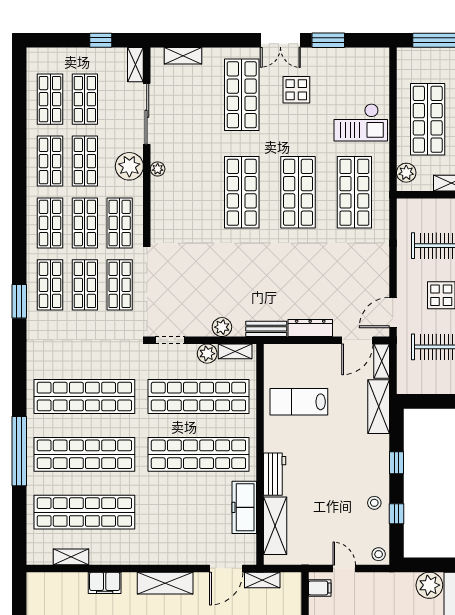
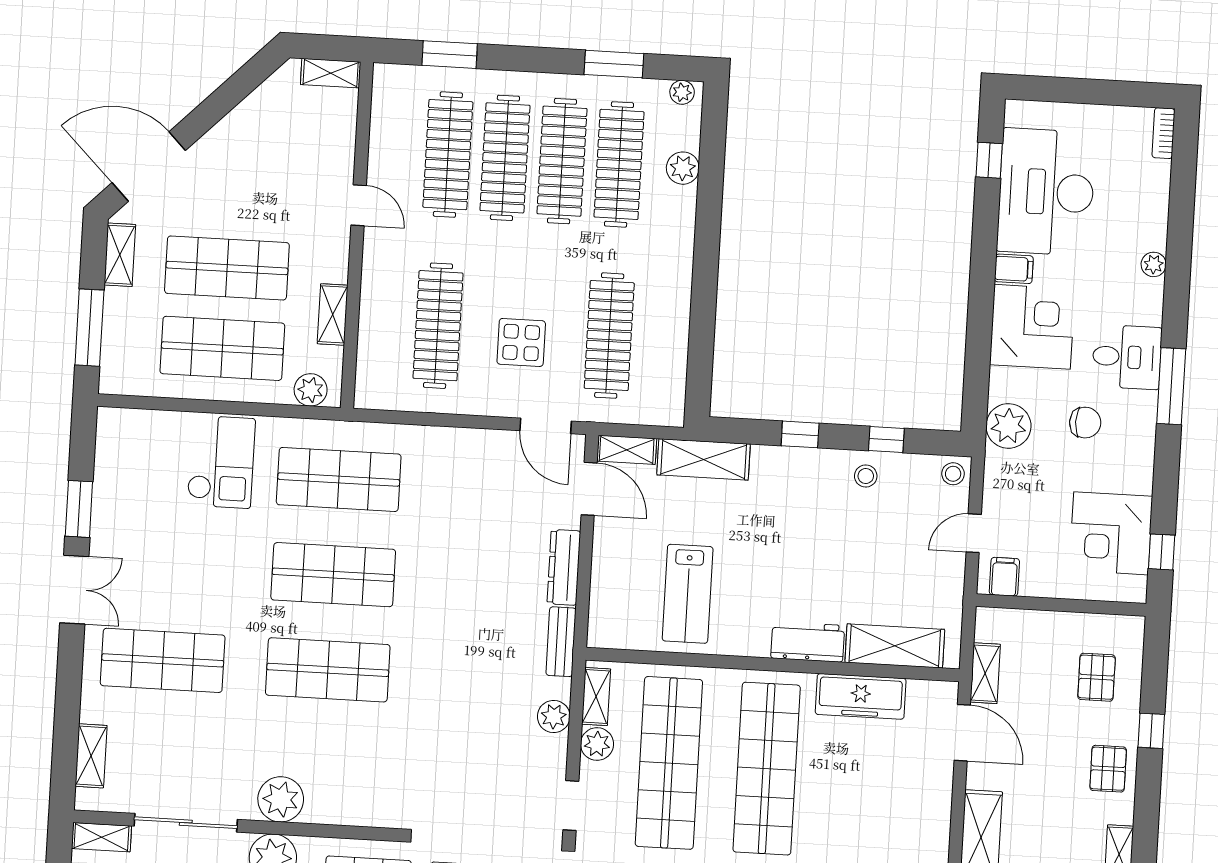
display table: (296, 90) -> (160, 568), removed
plant: (158, 169) -> (281, 799), width x1.88, depth x1.88
plant: (429, 585) -> (1008, 426), moved

